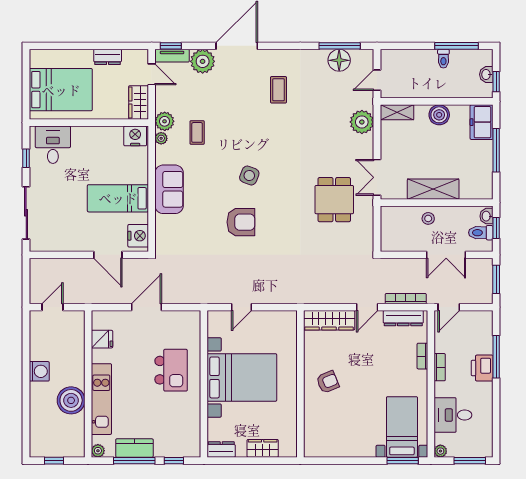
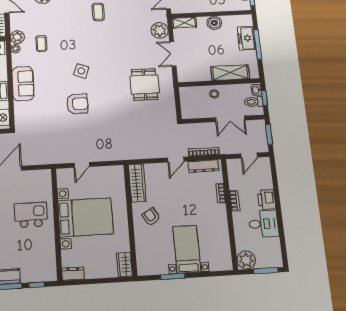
freezer: (482, 122) -> (246, 38), moved
double door: (377, 177) -> (173, 54), moved
shelving: (433, 189) -> (230, 73), moved
door: (449, 307) -> (249, 155), moved
wardrobe: (329, 320) -> (137, 183), moved, turned -90
window: (496, 357) -> (276, 191), removed
kitchen island: (171, 370) -> (31, 215), turned -90
armchair: (328, 382) -> (151, 217), turned -99
desk: (453, 415) -> (264, 224), moved, turned 180
bed with nightstands: (402, 427) -> (187, 249), moved
wardrobe: (263, 448) -> (124, 265), moved, turned -90
plant: (440, 451) -> (246, 260), width x1.88, depth x1.88
window: (403, 461) -> (173, 276), moved

